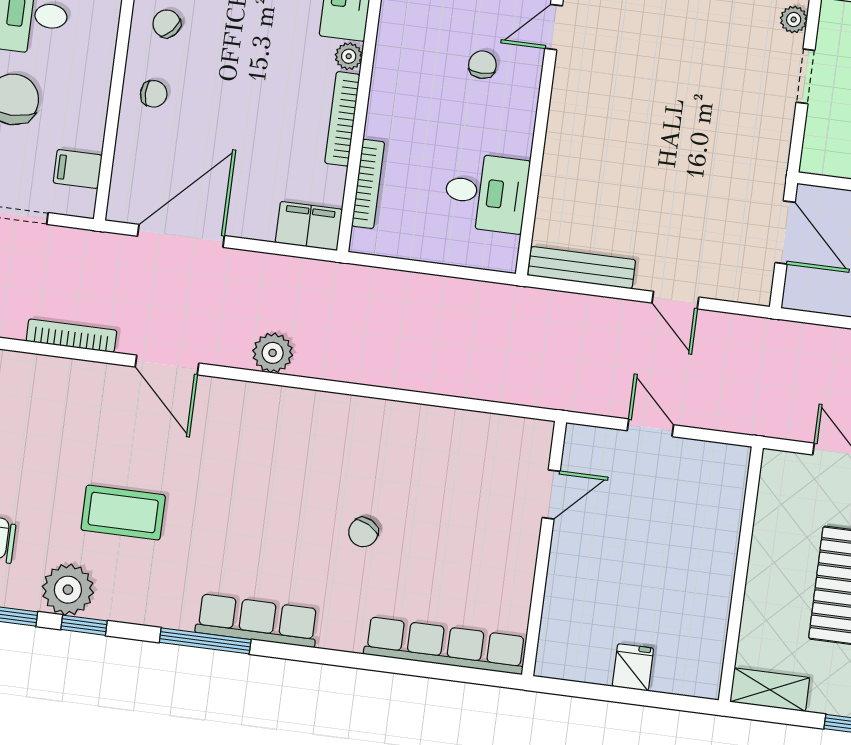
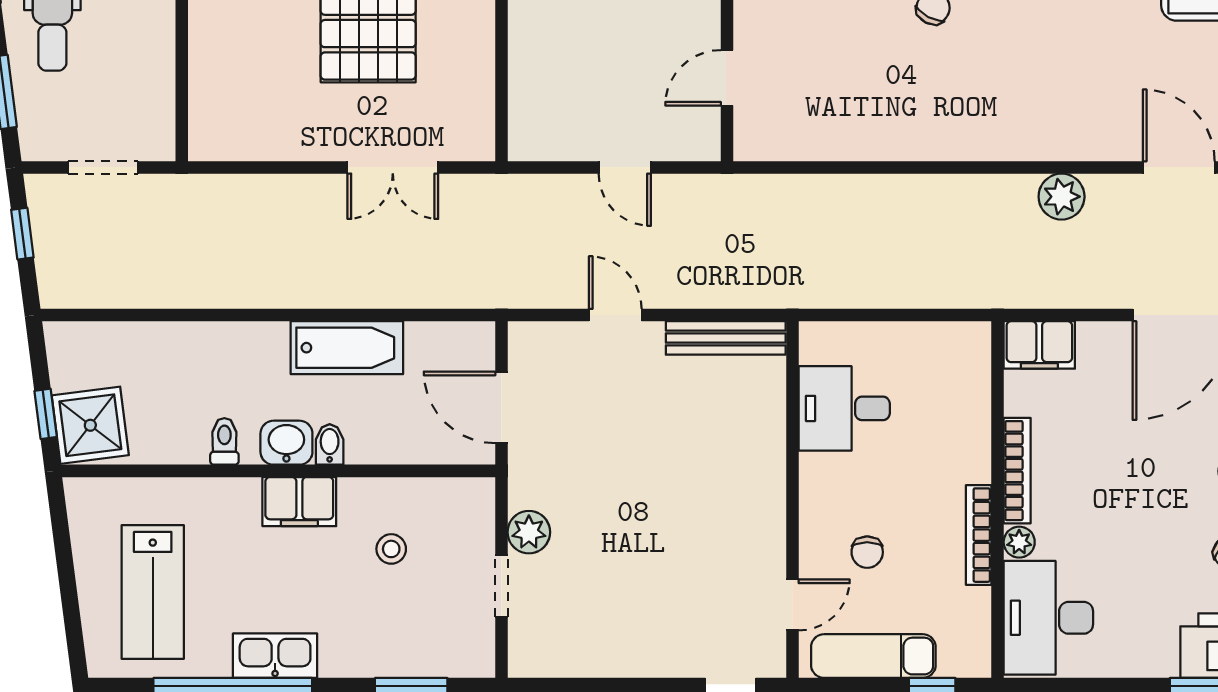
plant: (794, 19) -> (529, 532), moved, width x1.38, depth x1.38
bookcase: (368, 184) -> (979, 535), moved

